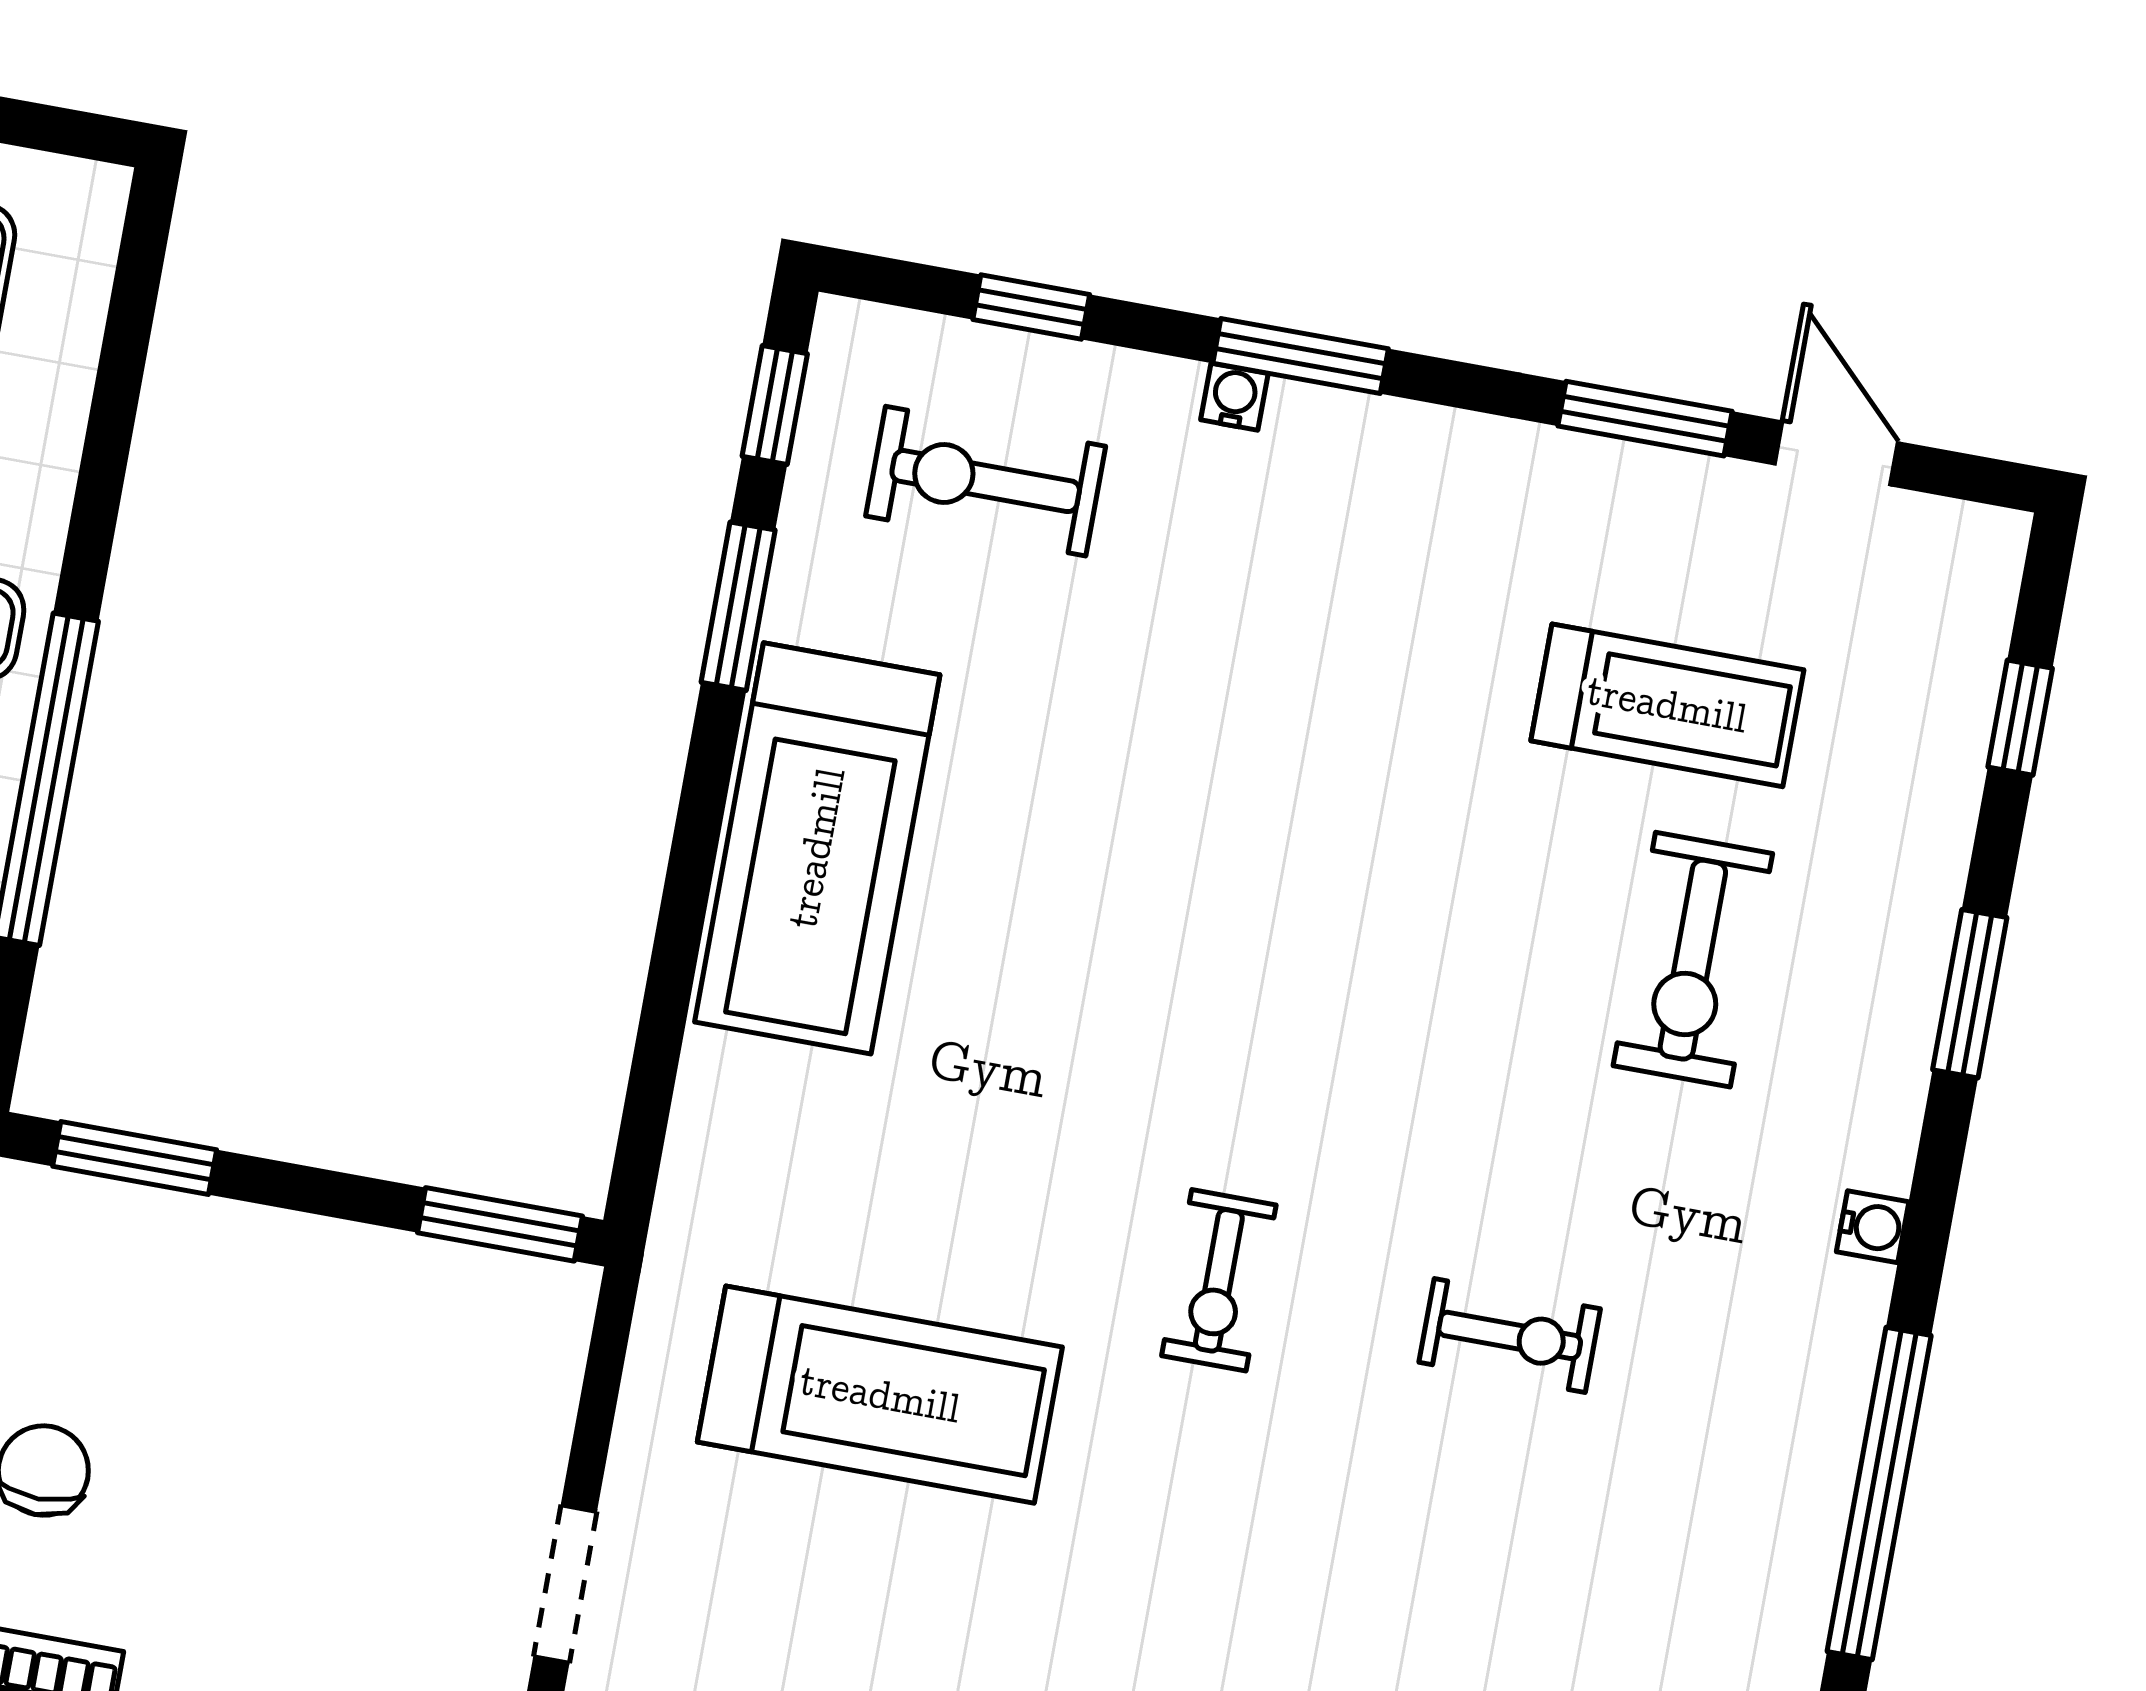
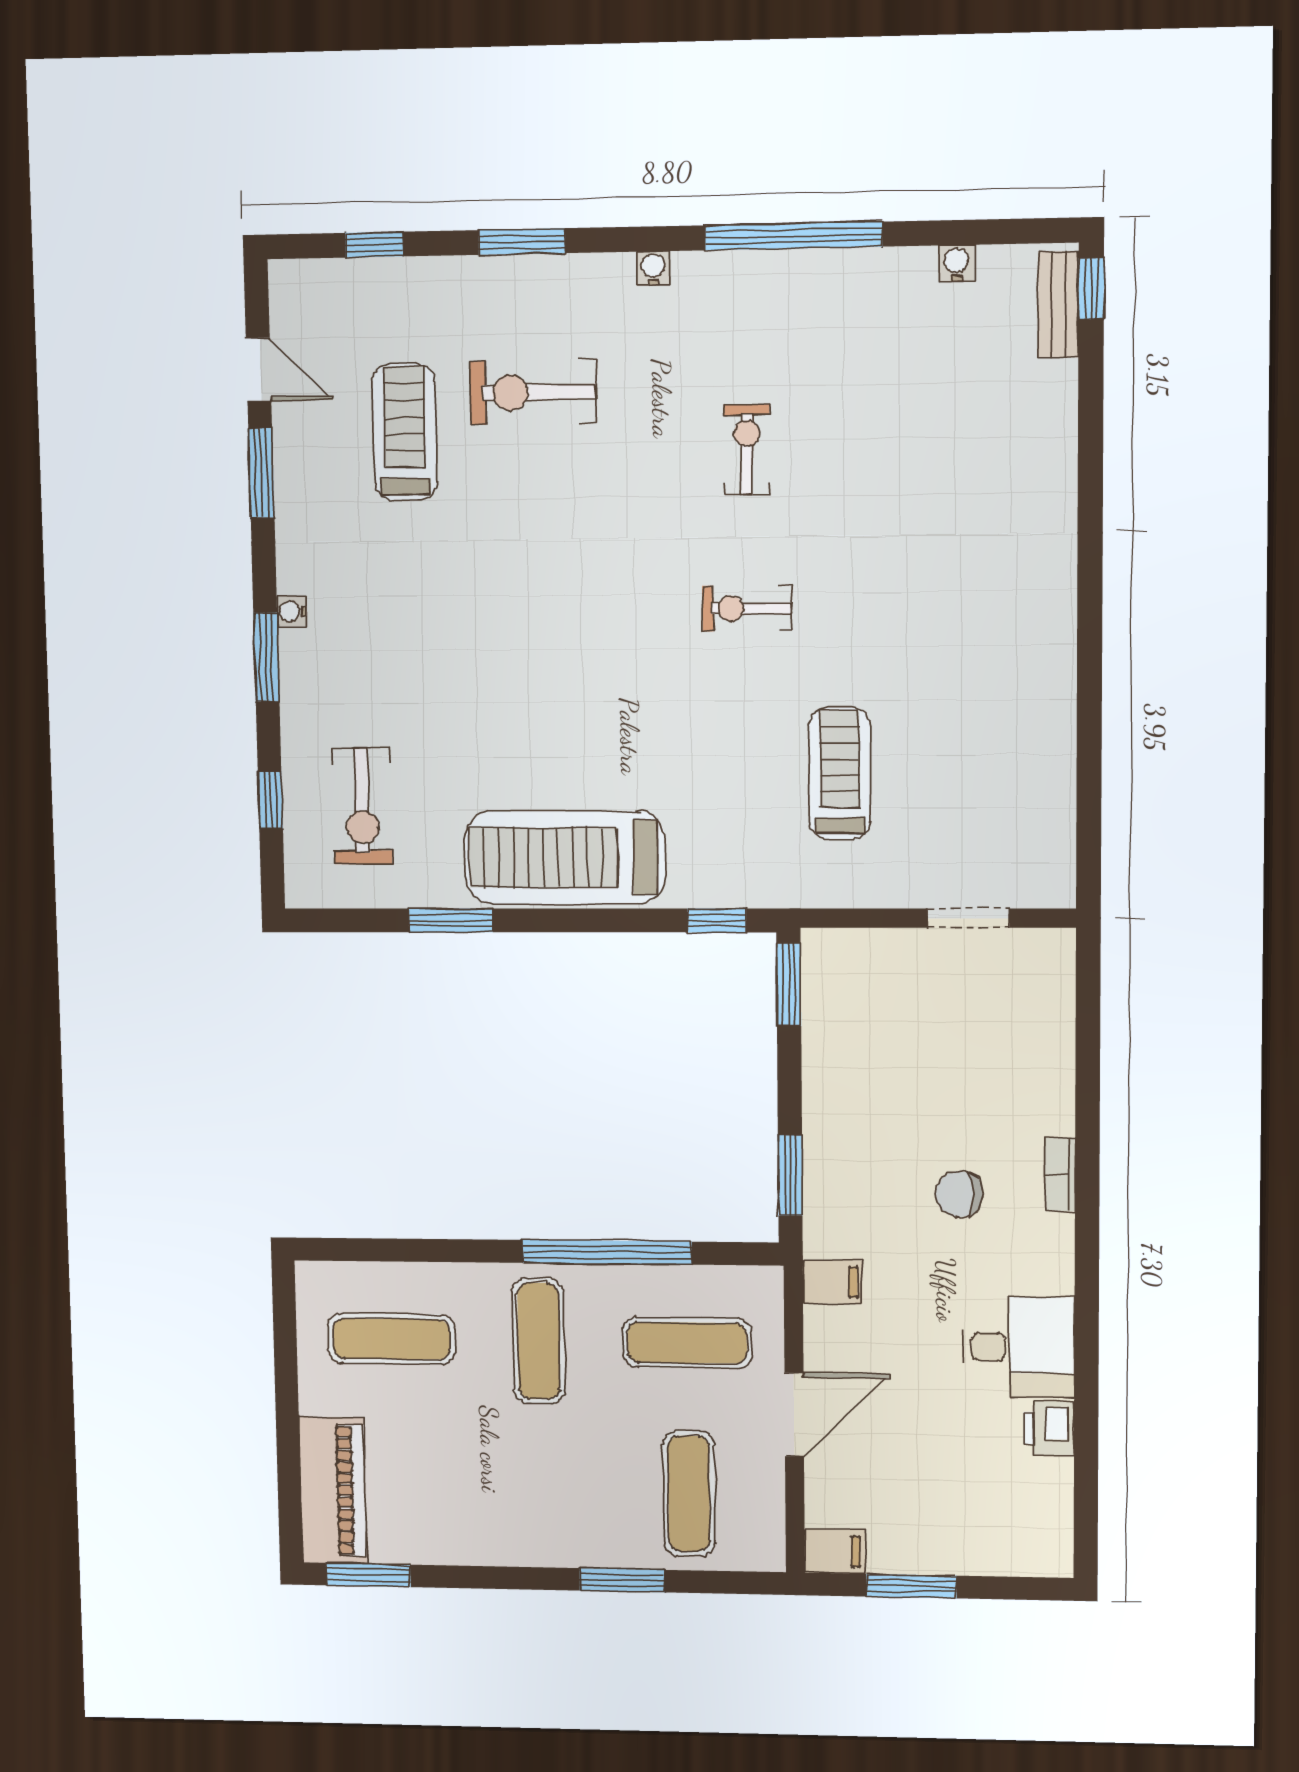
water cooler: (1234, 397) -> (292, 611), moved
window: (775, 405) -> (717, 920), moved
door: (1836, 453) -> (259, 370), swing flipped
treadmill: (817, 848) -> (565, 858), turned 180
exercise bike: (1693, 960) -> (533, 392), turned 180
exercise bike: (1219, 1280) -> (747, 608), turned 180
treadmill: (880, 1395) -> (840, 773), width x0.73, depth x0.73

